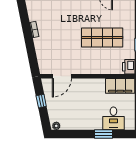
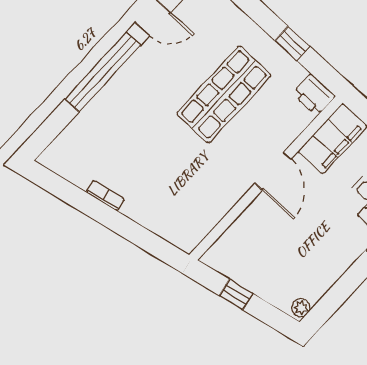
door: (62, 76) -> (273, 171), moved

